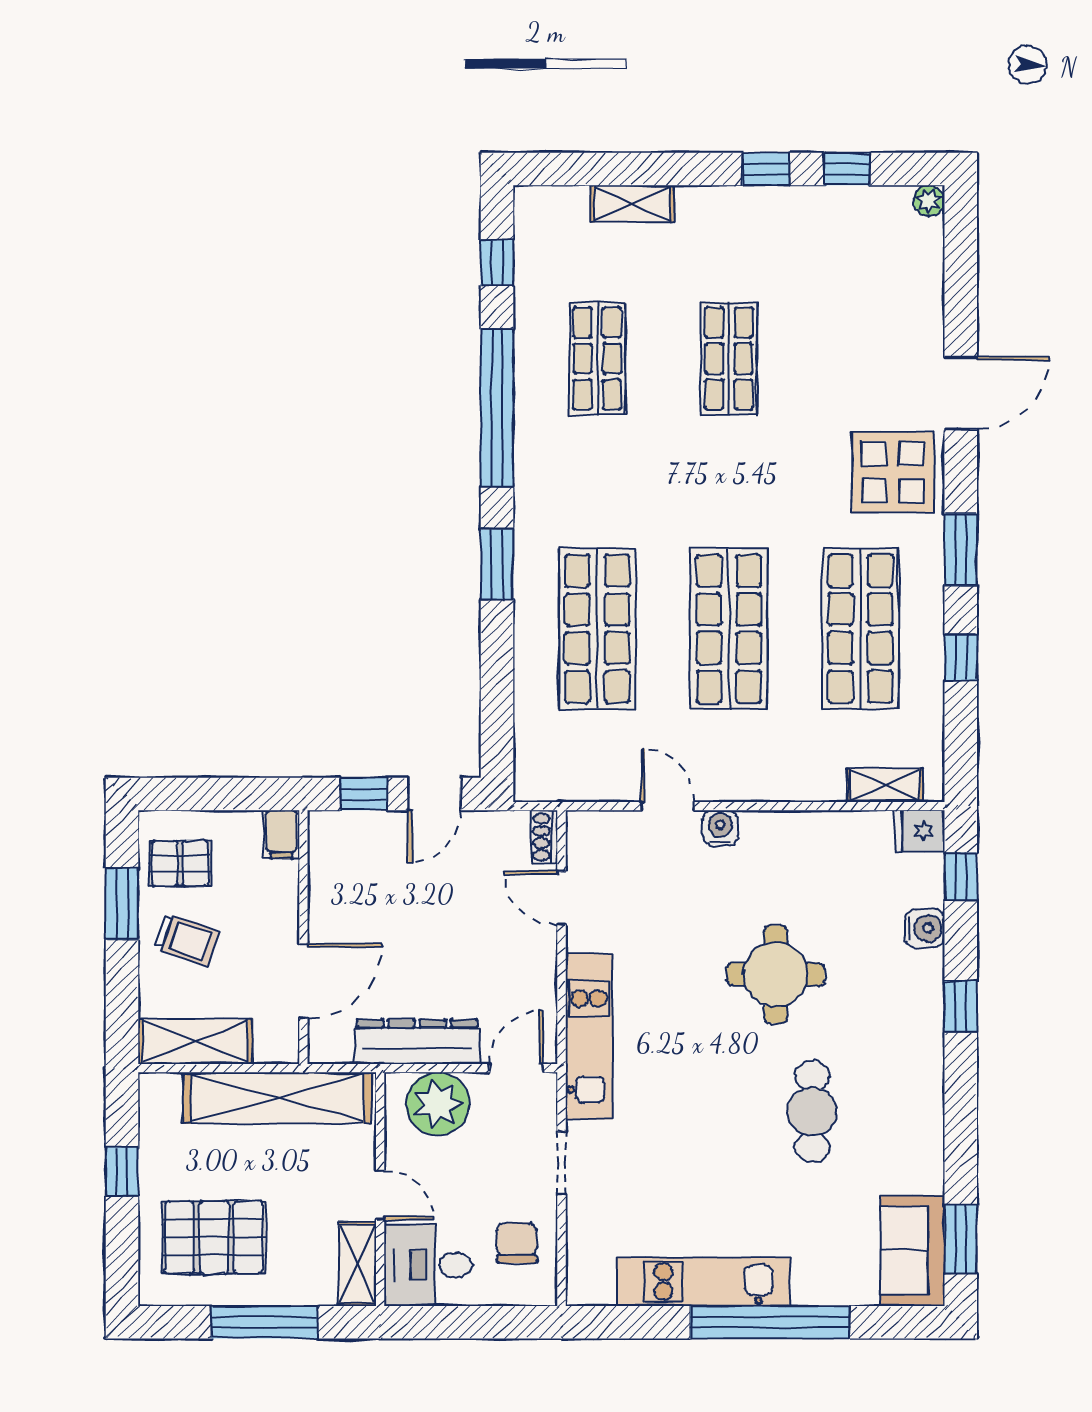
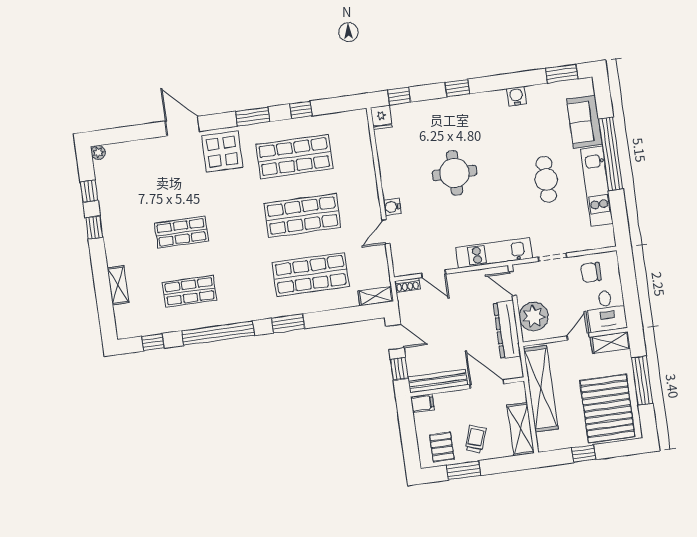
shelving: (885, 785) -> (376, 296), moved, turned 90
bench: (325, 874) -> (438, 381), added
door: (561, 898) -> (434, 274), hinge flipped
water cooler: (925, 928) -> (516, 96), moved
cafe table: (812, 1111) -> (546, 179), moved, turned 90
pallet: (214, 1237) -> (607, 409), width x1.37, depth x1.41
sofa: (913, 1251) -> (584, 122), moved, turned 90

